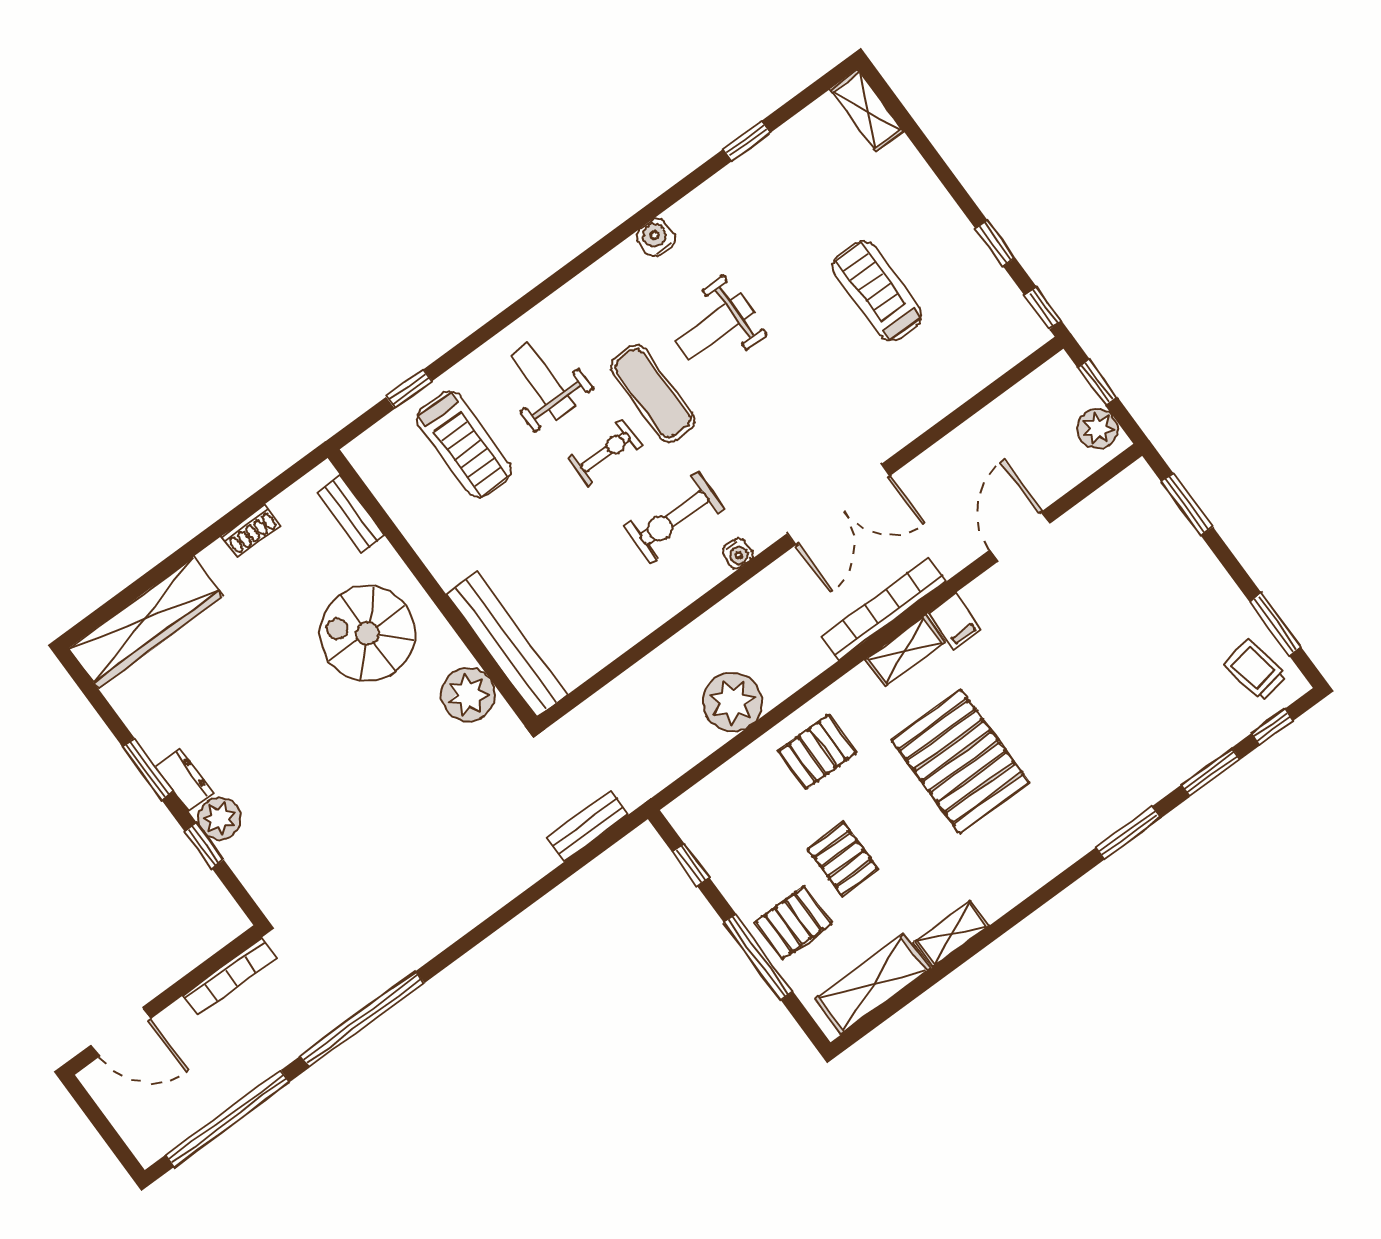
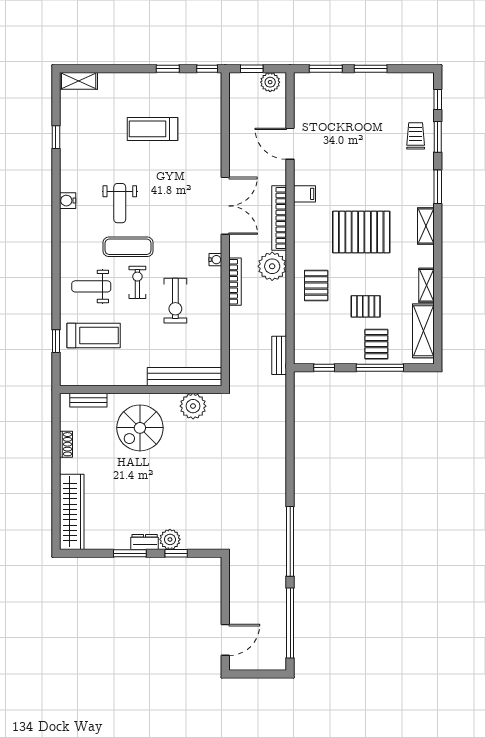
exercise bike: (674, 518) -> (175, 301), moved
window: (1275, 624) -> (371, 69), moved
shelving: (905, 651) -> (426, 226), moved
trolley: (1256, 670) -> (416, 136), moved, turned 100
plant: (732, 702) -> (272, 266), moved
bench: (588, 826) -> (279, 355), moved
bookcase: (230, 977) -> (235, 282), moved

